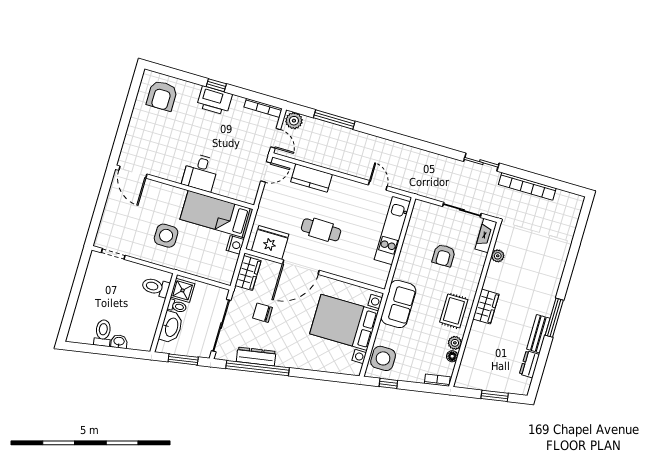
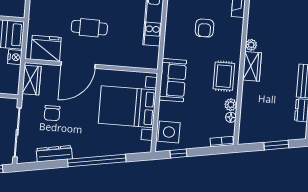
plant: (498, 256) -> (251, 45), moved
chair: (263, 313) -> (52, 113), turned -90
window: (257, 368) -> (97, 161), moved

